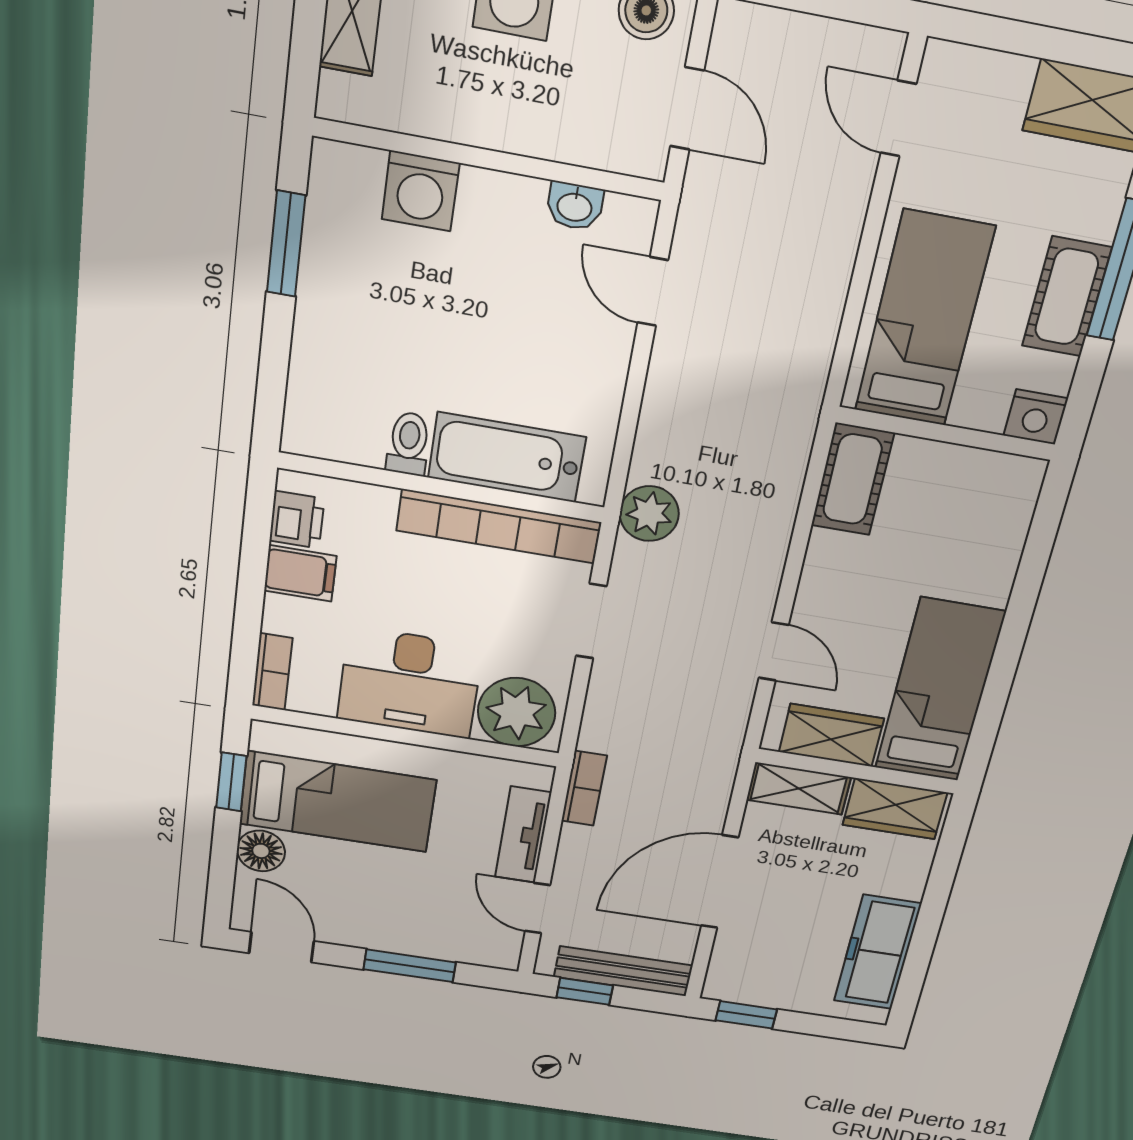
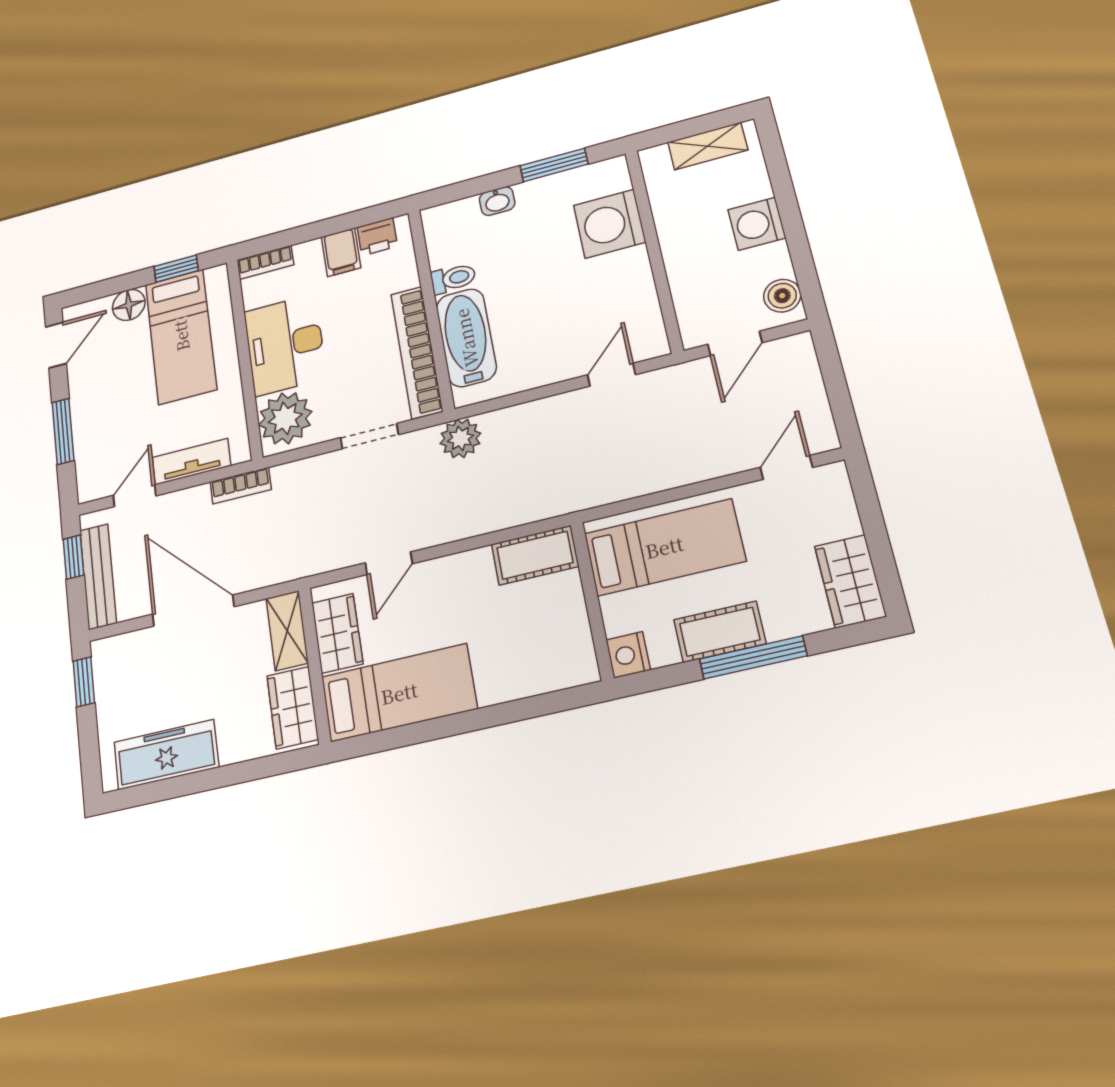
washing machine: (421, 191) -> (610, 224), width x1.37, depth x1.37
washbasin: (575, 206) -> (497, 201), moved, turned -90

